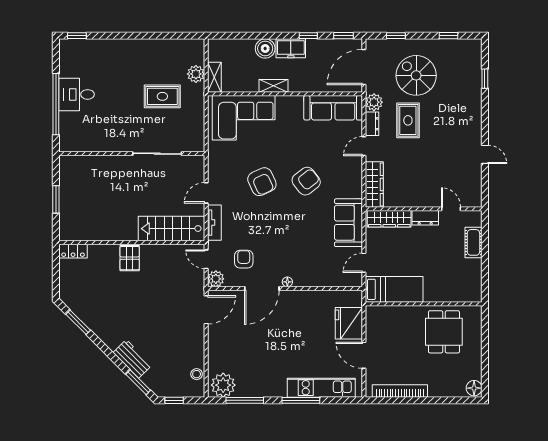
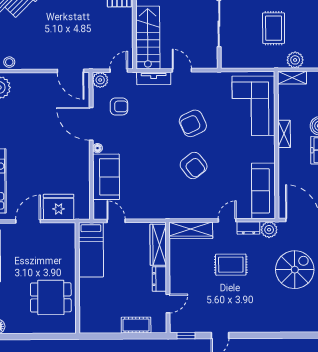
window: (485, 79) -> (186, 336), moved
rug: (408, 120) -> (231, 265), moved
door: (364, 146) -> (227, 220), hinge flipped
sofa: (348, 223) -> (106, 177), moved, turned 90

